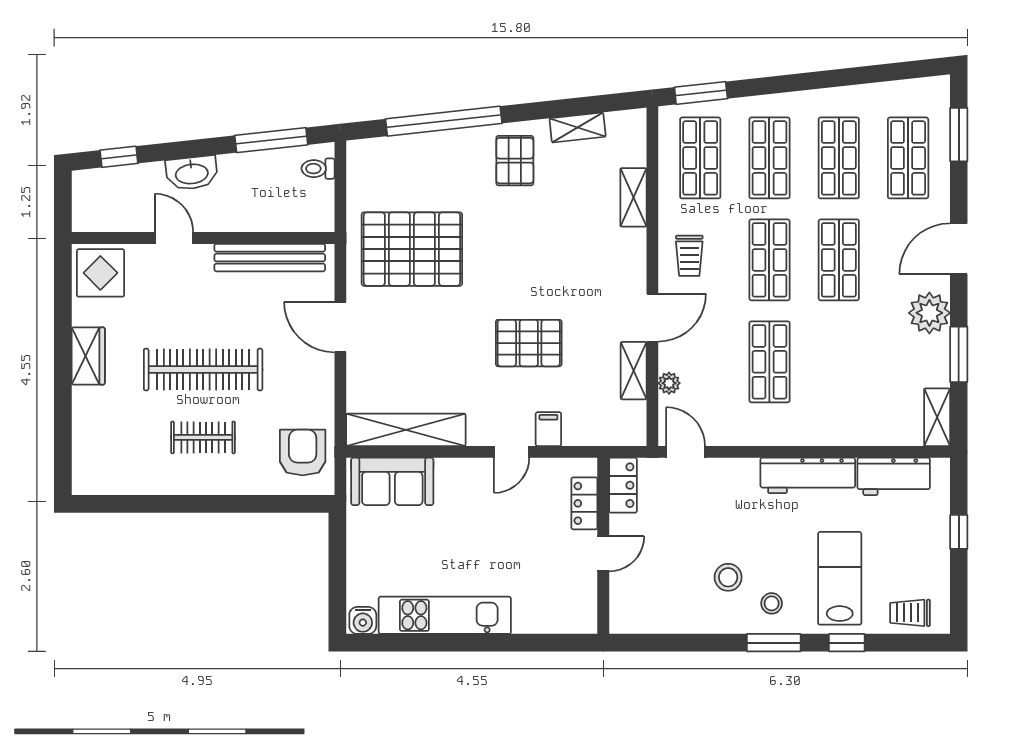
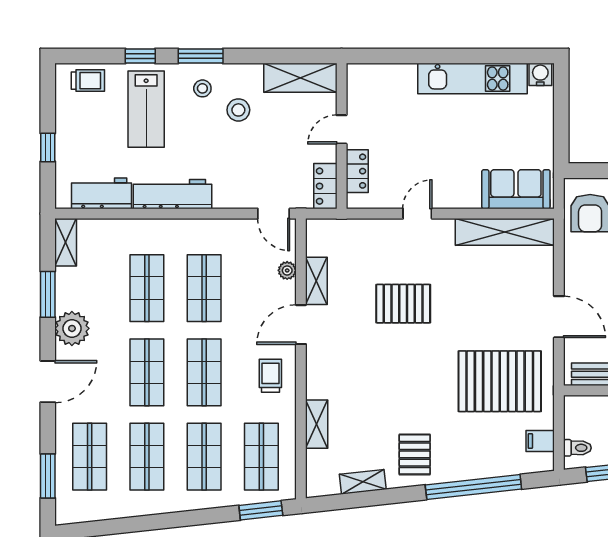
shop shelf: (839, 362) -> (147, 288), added
filing cabinet: (548, 429) -> (540, 441), moved, turned 90
shelving: (653, 616) -> (300, 78), added

